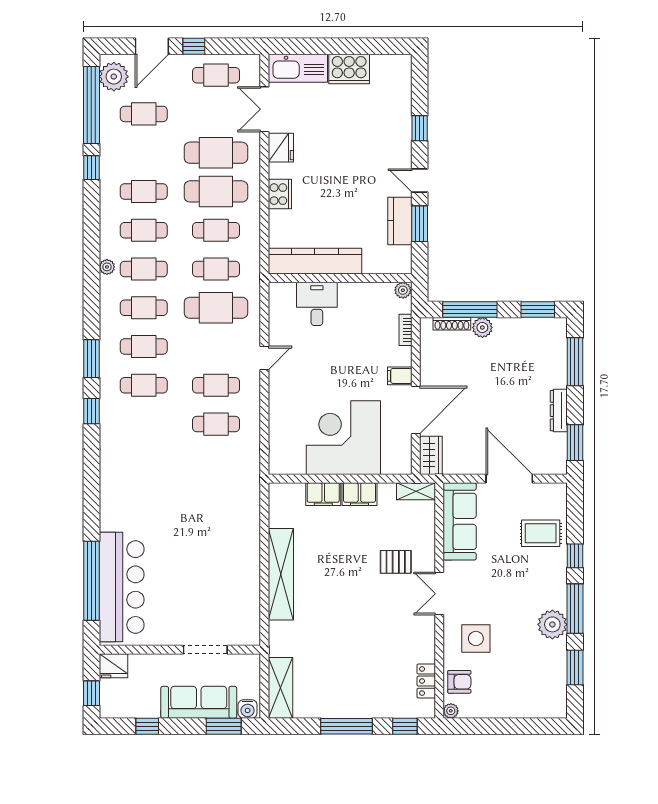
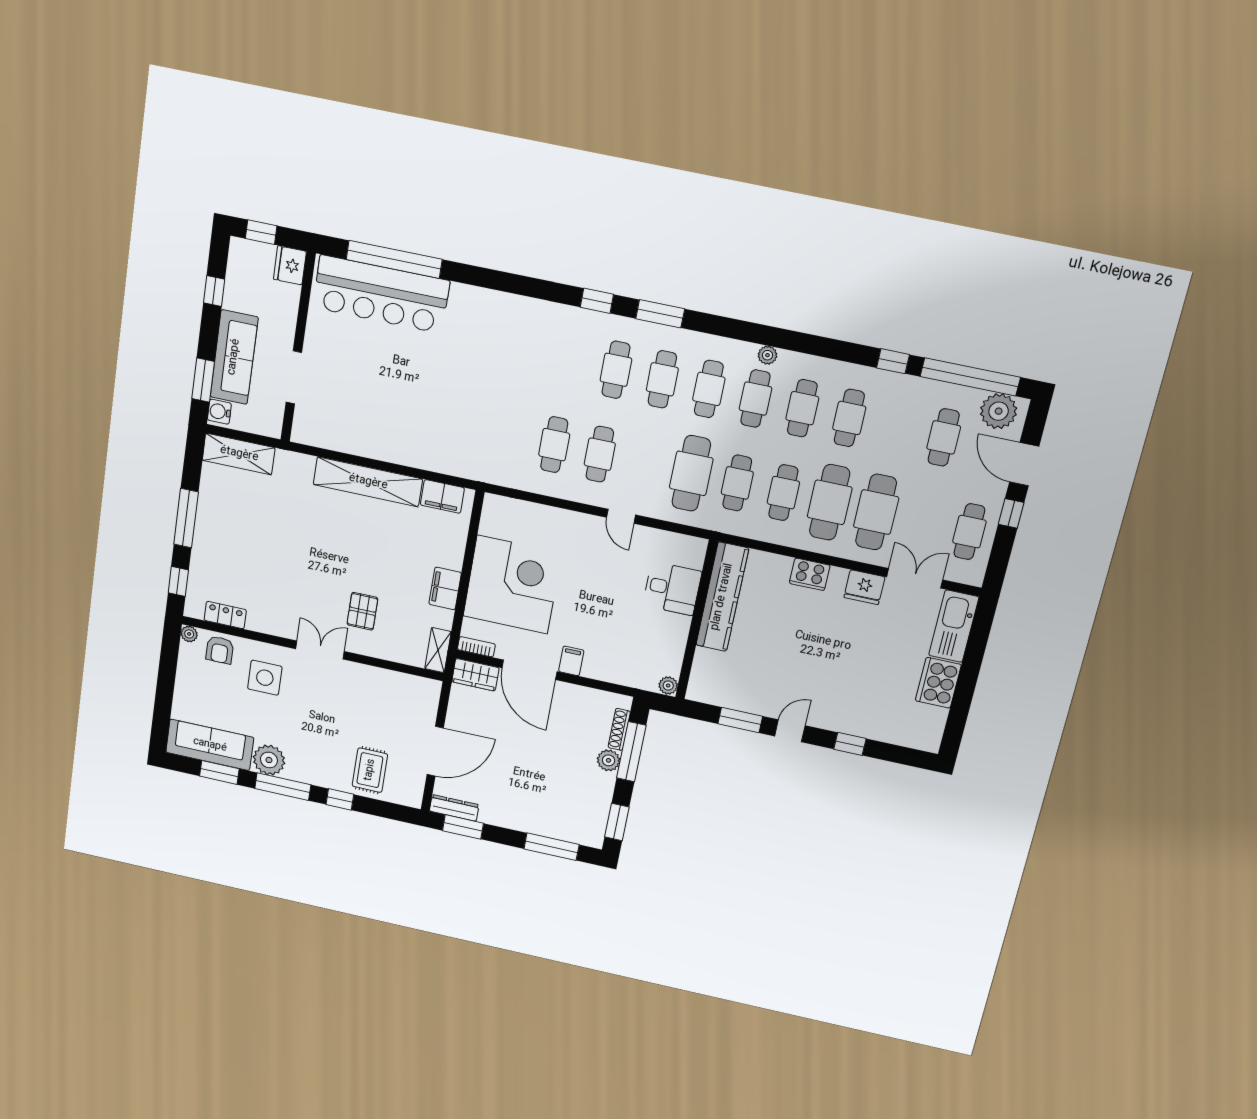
kitchen counter: (400, 221) -> (748, 700), removed
bookcase: (405, 330) -> (476, 647), moved
dresser: (559, 411) -> (454, 808), moved
filing cabinet: (323, 494) -> (442, 496), moved, turned -90
sofa: (460, 521) -> (210, 745), moved, turned 180

